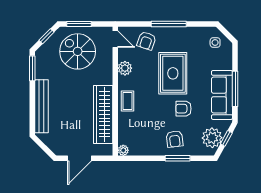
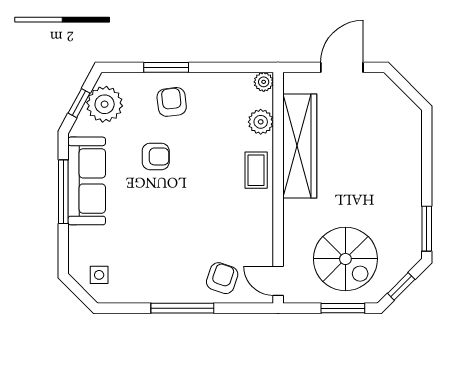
plant: (125, 68) -> (261, 122), moved
rug: (173, 73) -> (175, 220), removed
bench: (42, 106) -> (410, 161), removed

